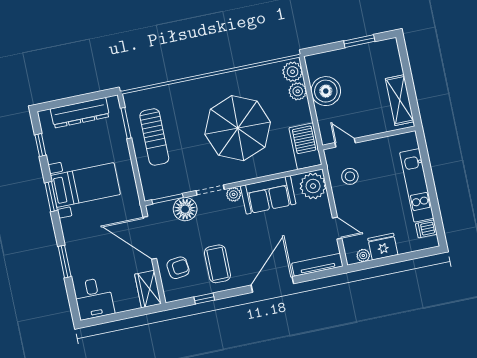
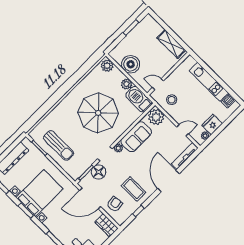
plant: (298, 91) -> (127, 84), moved
bed with nightstands: (85, 185) -> (39, 193), width x1.36

